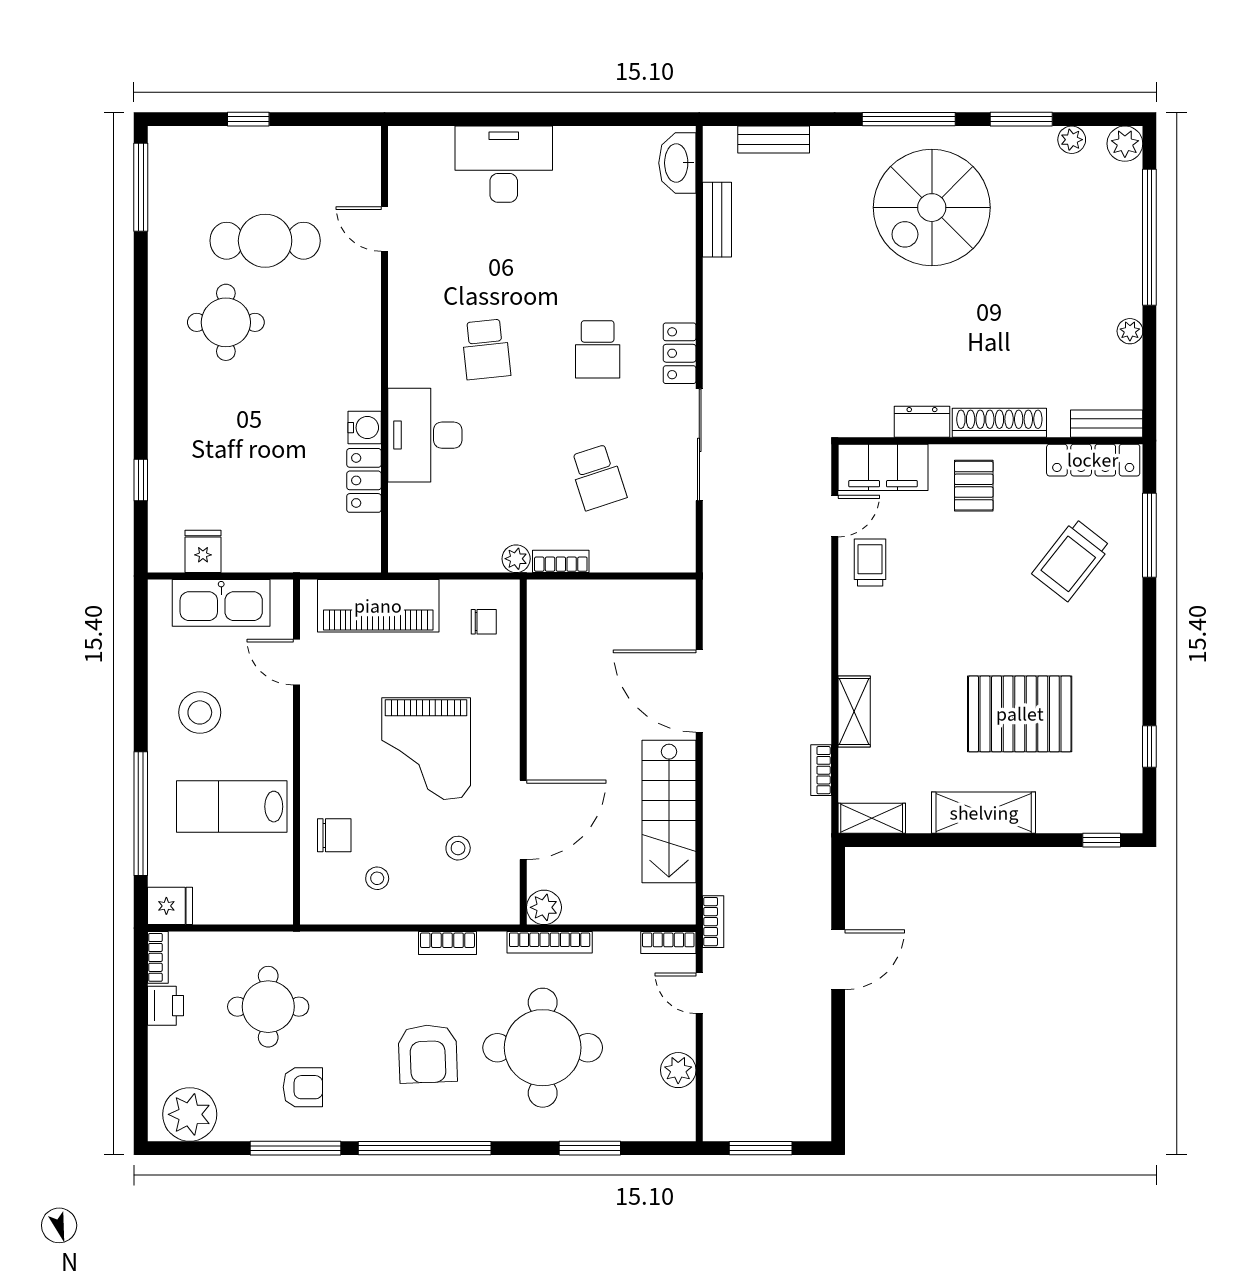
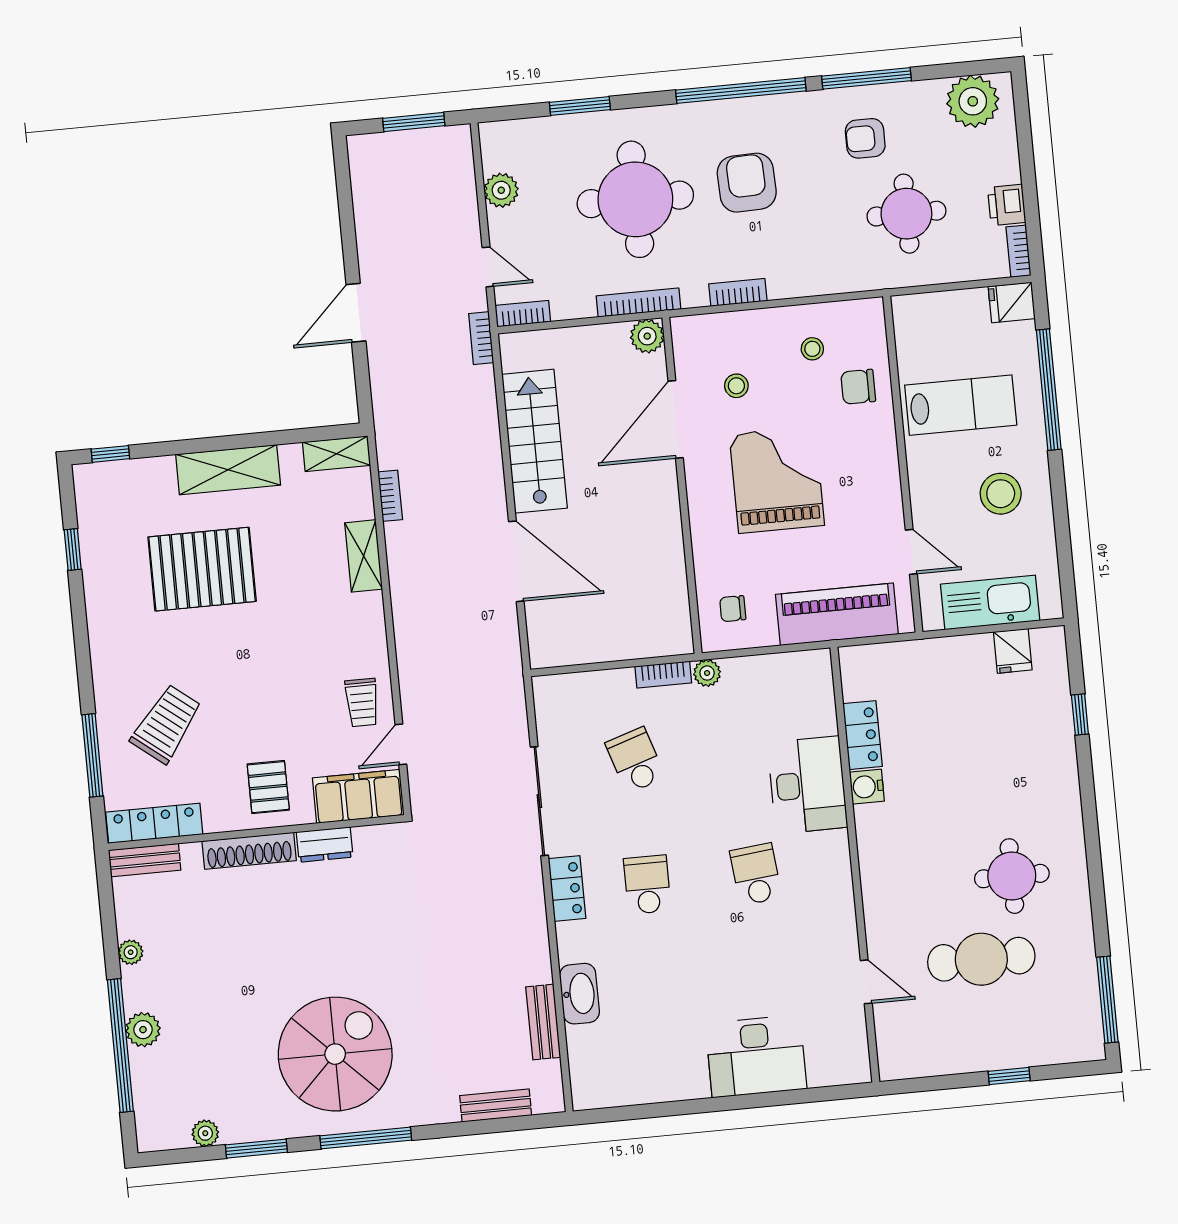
plant: (1125, 144) -> (143, 1030), moved
washbasin: (677, 163) -> (579, 994), moved

